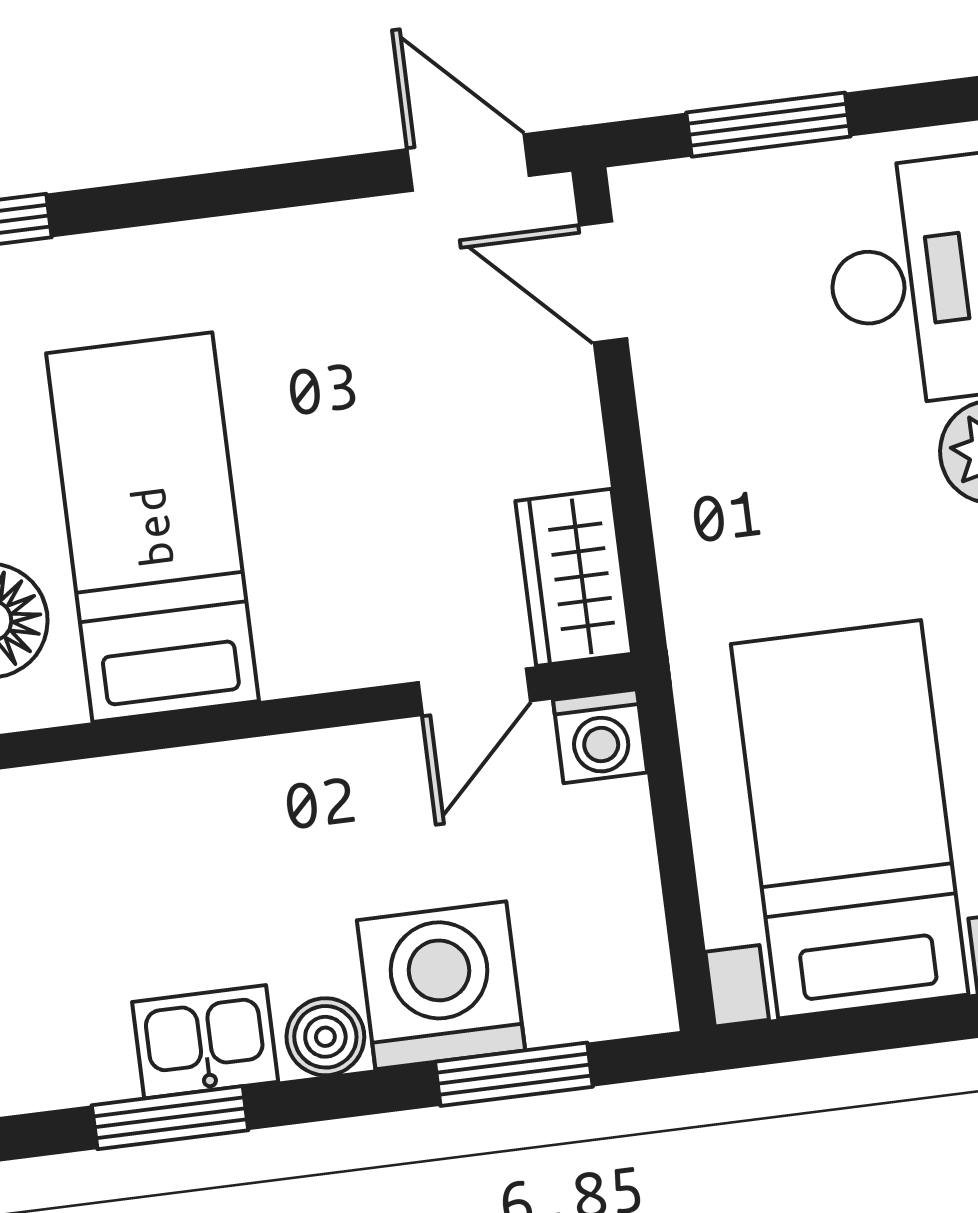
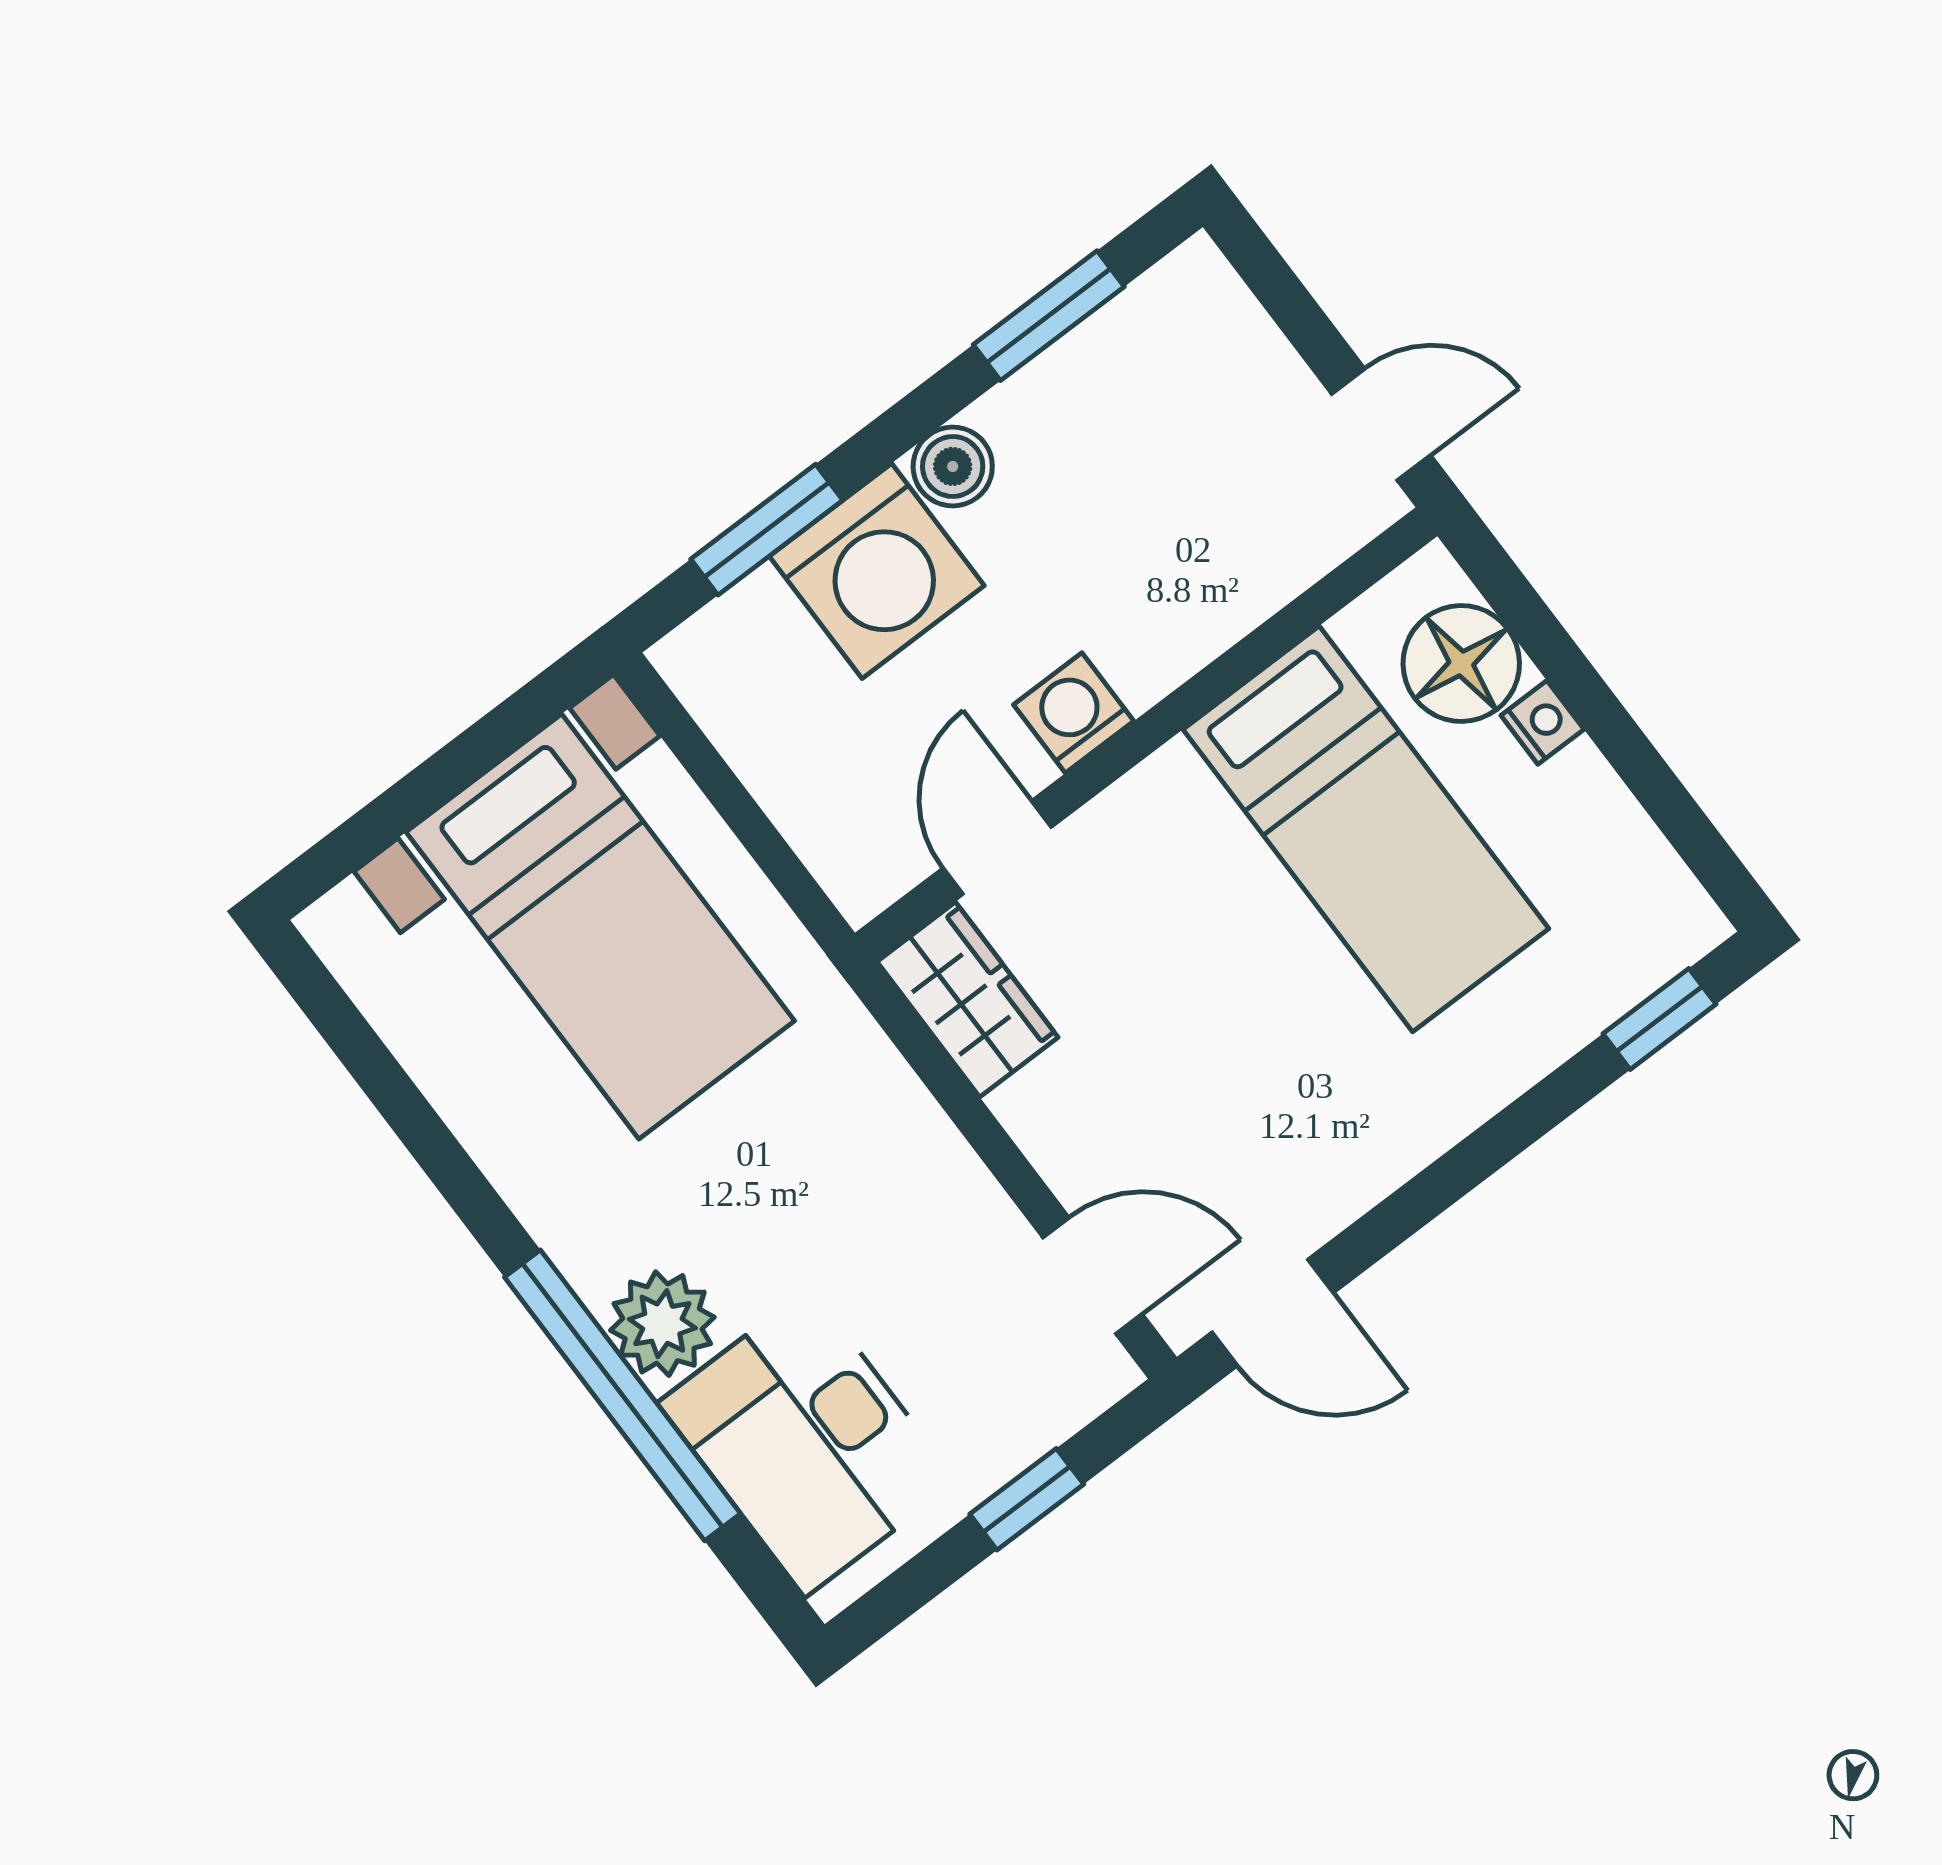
window: (768, 125) -> (1027, 1499), width x0.67
washing machine: (600, 736) -> (1074, 713), moved
kitchen sink: (205, 1042) -> (1057, 401), removed

